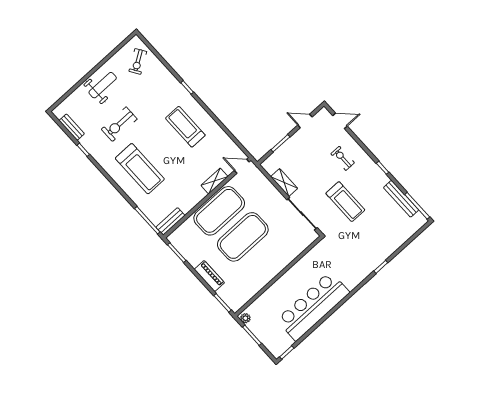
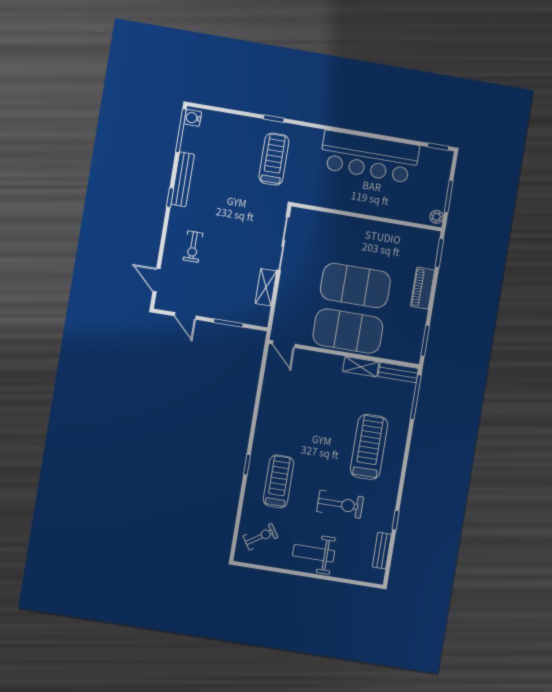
treadmill: (185, 127) -> (278, 481), moved, turned 180
shelving: (214, 181) -> (361, 367), moved
bench: (401, 199) -> (183, 179), moved
treadmill: (345, 202) -> (274, 159), moved
water cooler: (419, 219) -> (193, 118), added

